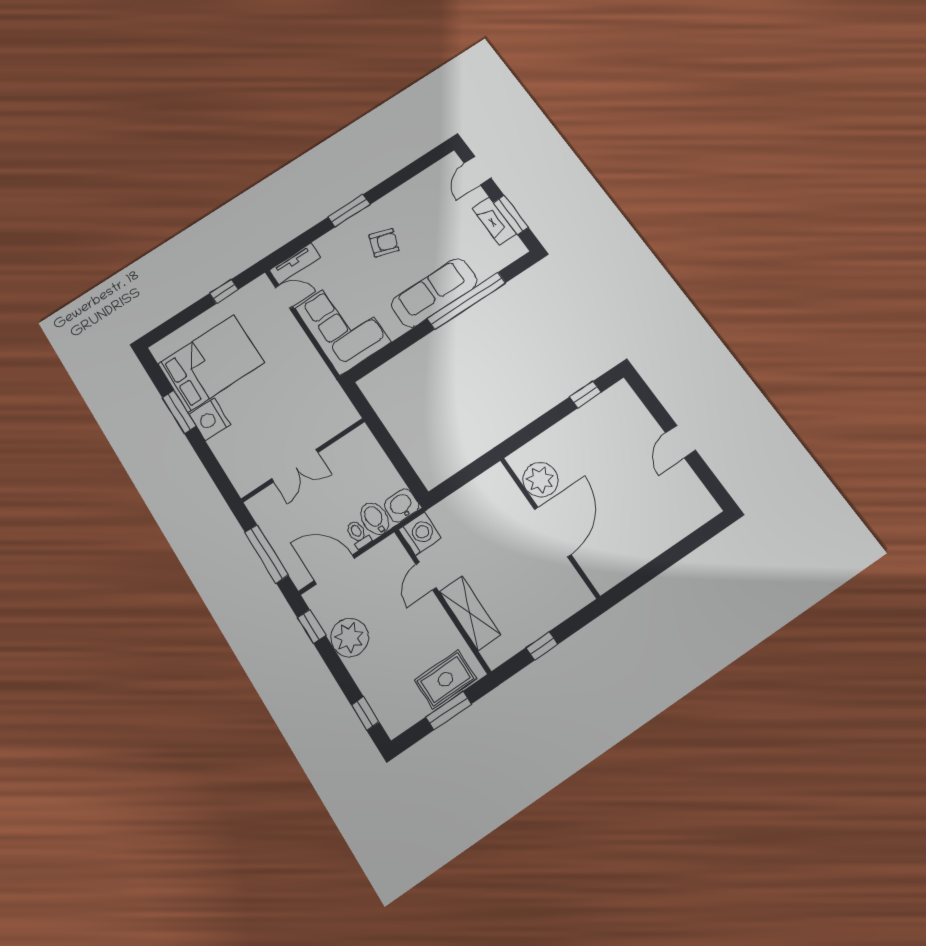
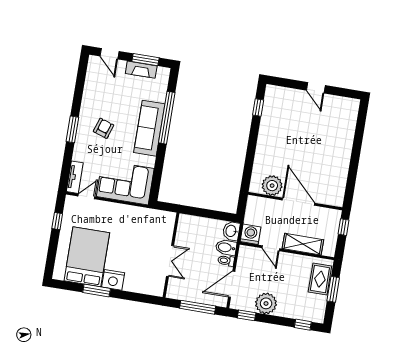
plant: (540, 480) -> (272, 186), moved
wall: (549, 527) -> (295, 201), moved
door: (553, 532) -> (299, 202), moved

